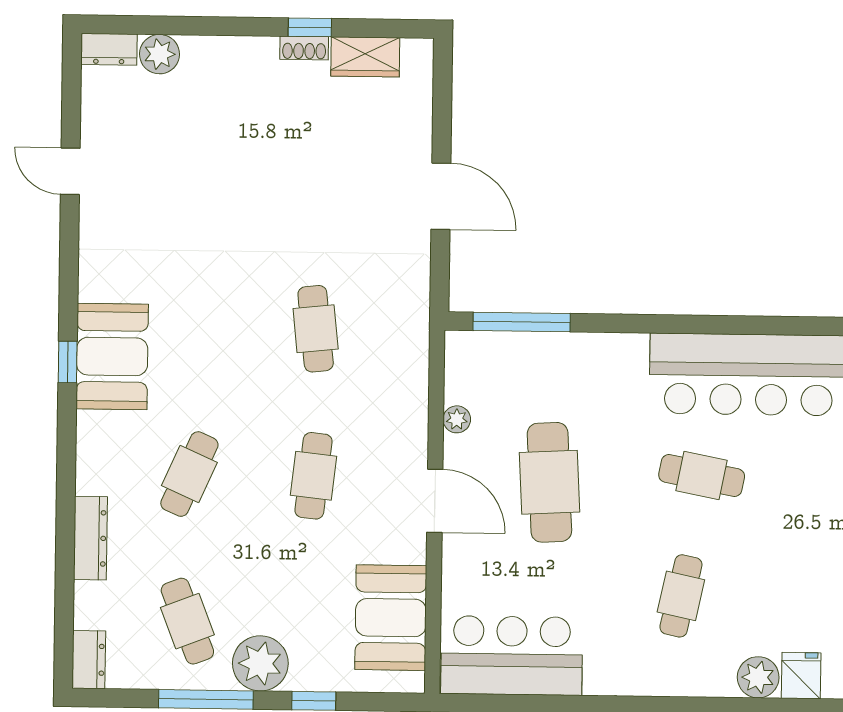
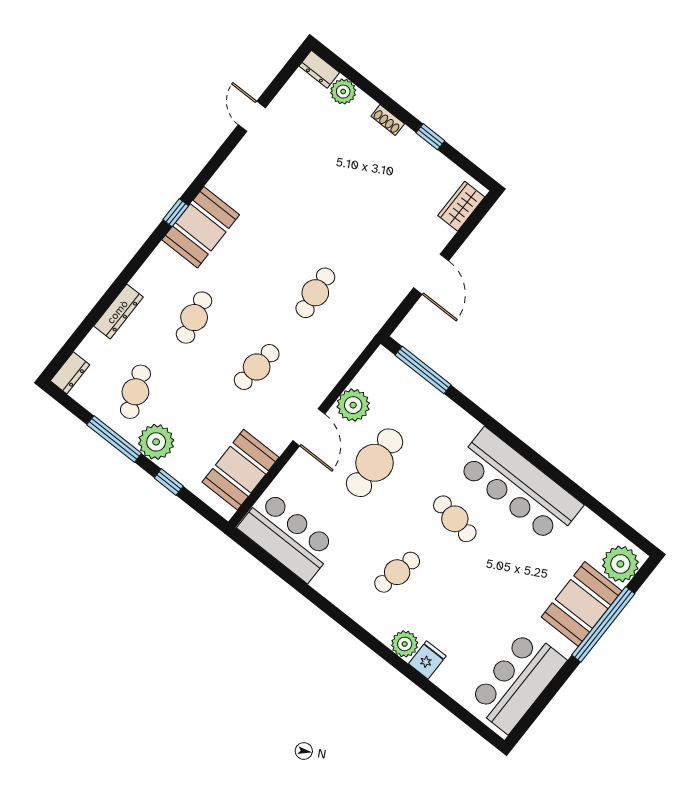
shoe rack: (304, 48) -> (388, 120), moved
wardrobe: (365, 57) -> (461, 206), moved, turned 90
plant: (457, 419) -> (353, 405), width x1.88, depth x1.88
cafe table: (189, 474) -> (194, 318), turned -36

